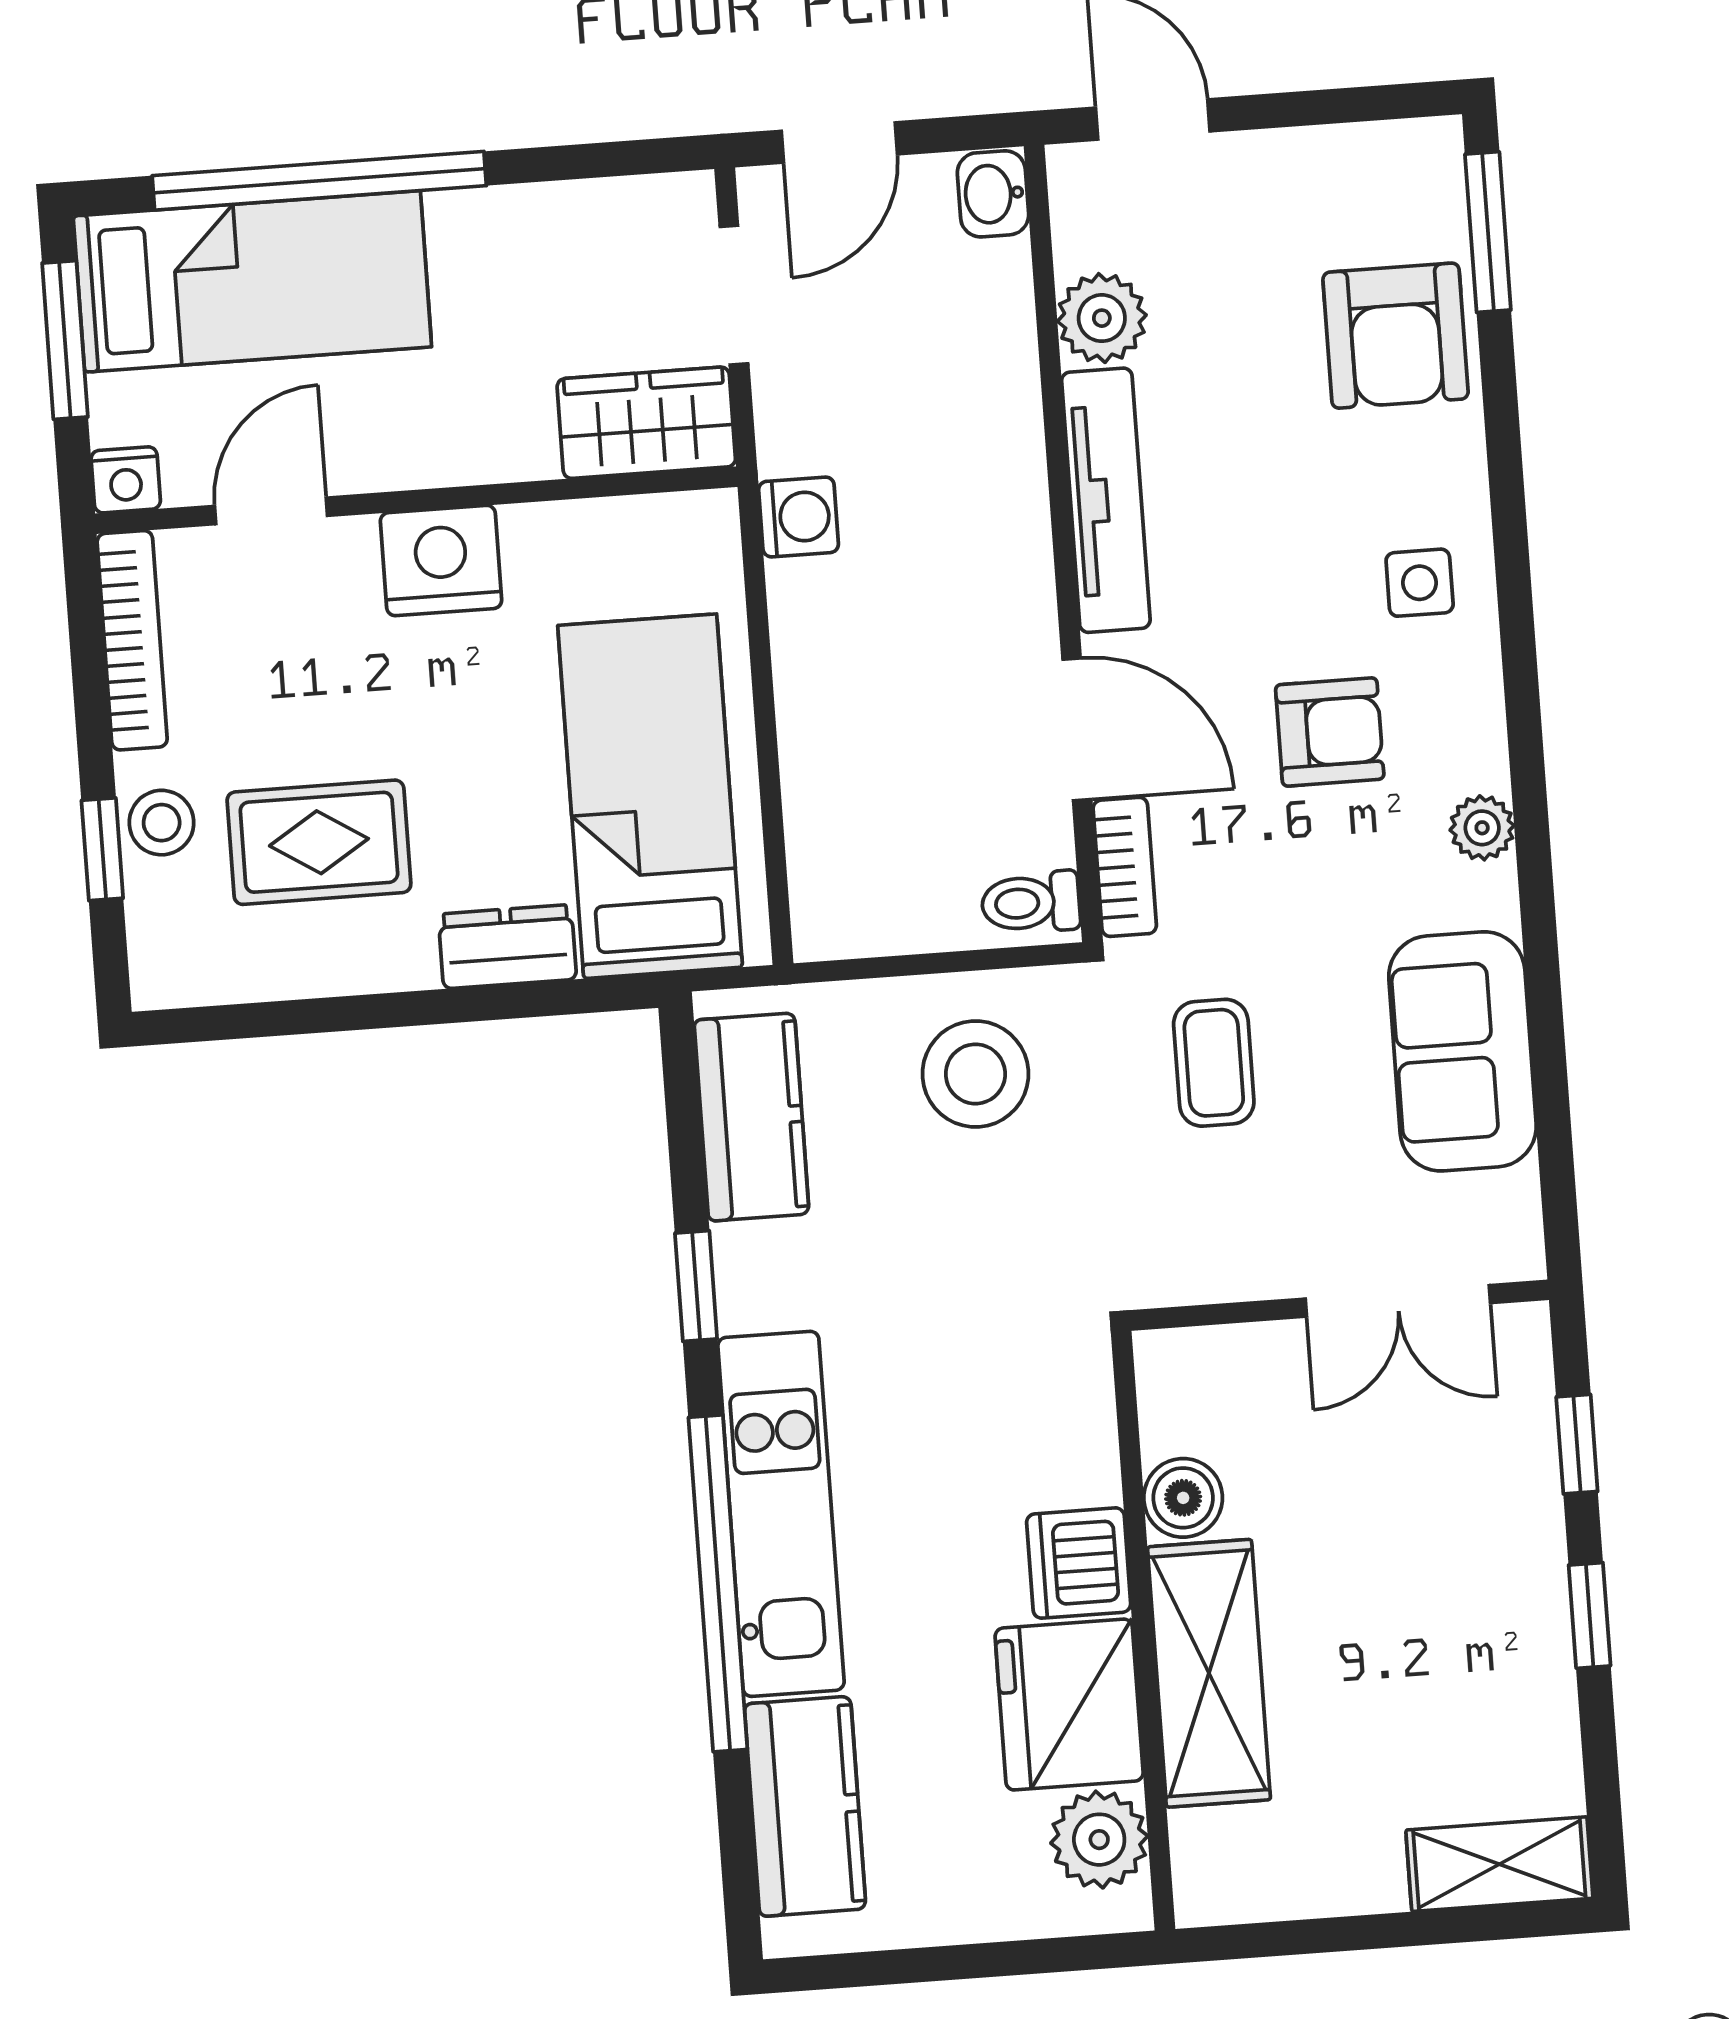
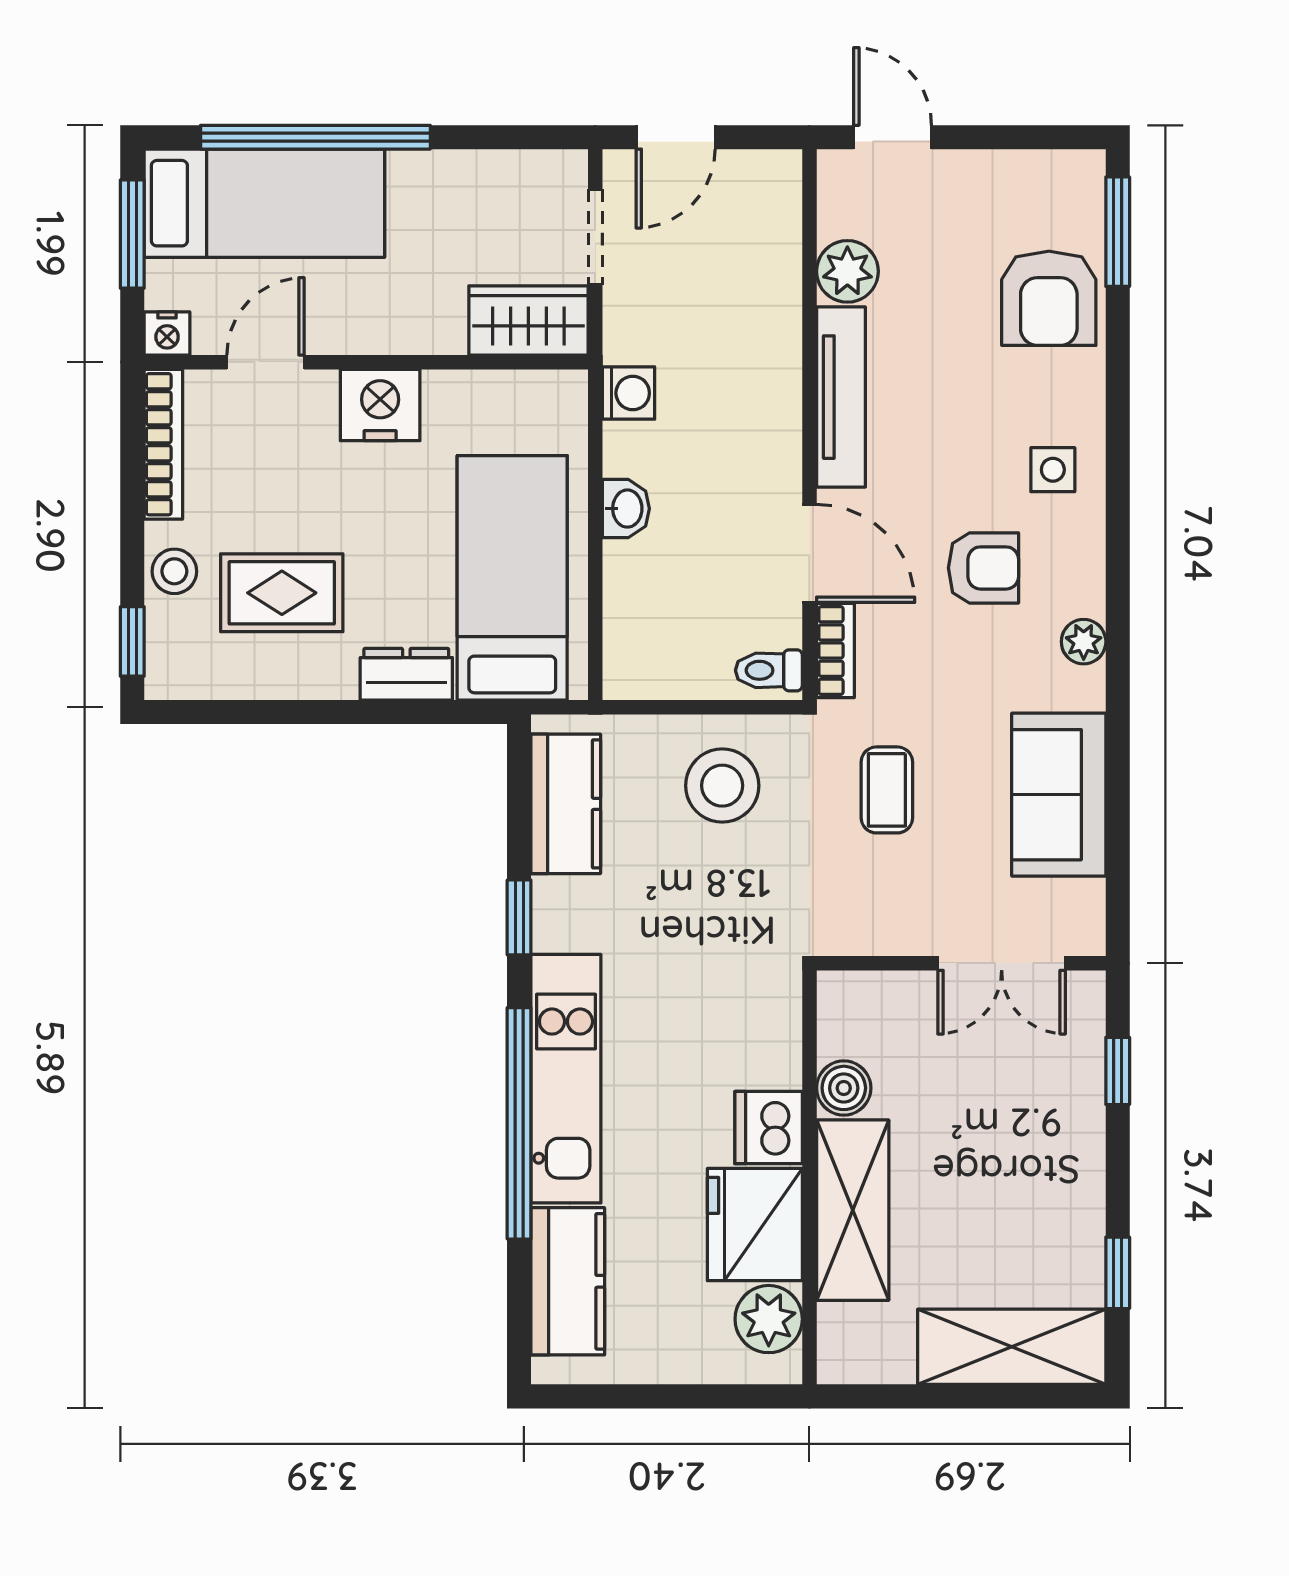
washbasin: (993, 194) -> (626, 509), moved, turned 180
window: (102, 849) -> (132, 641), moved
window: (1590, 1615) -> (1118, 1273), moved
shelving: (1499, 1864) -> (1012, 1347), width x1.50, depth x1.33

